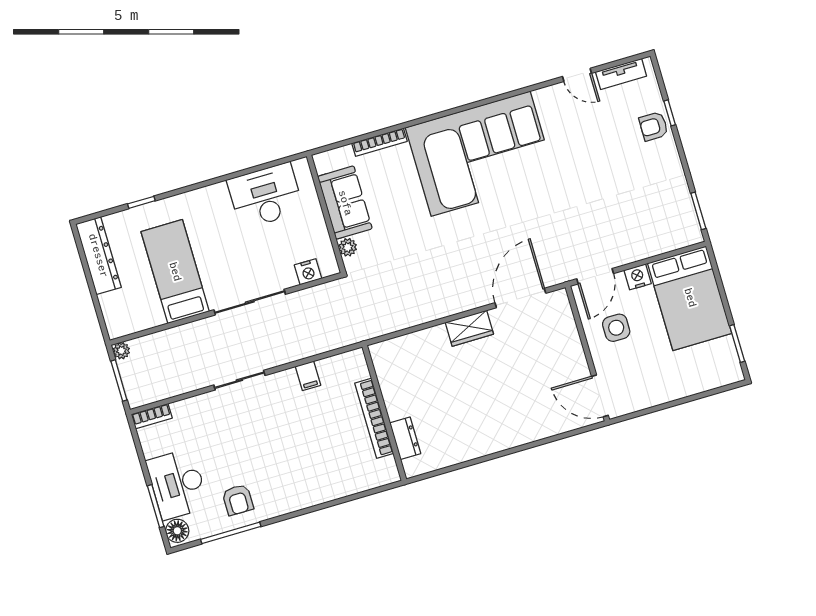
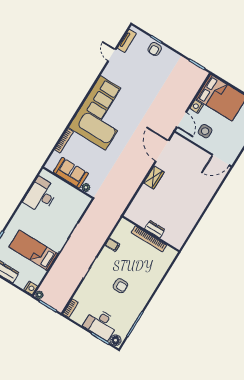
door: (577, 75) -> (112, 55), swing flipped
nightstand: (308, 272) -> (31, 288), moved
dresser: (405, 438) -> (155, 229), moved
armchair: (238, 500) -> (120, 286), moved

